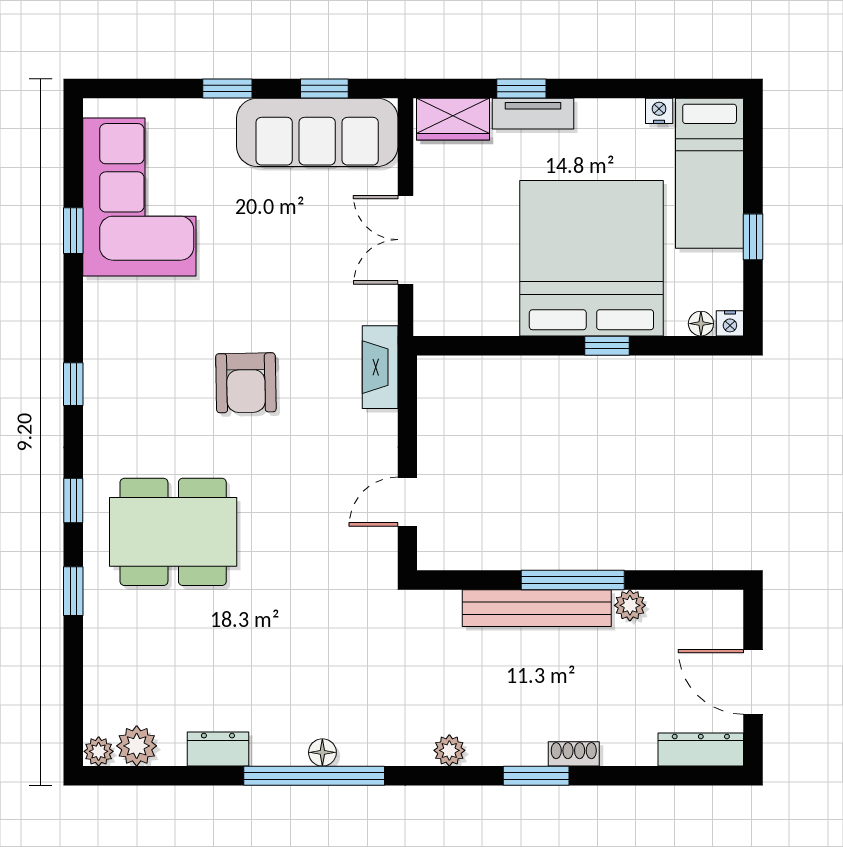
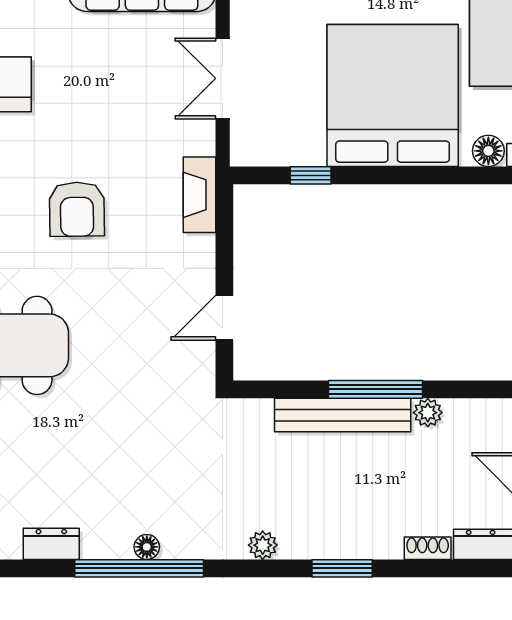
floor lamp: (701, 324) -> (488, 151), width x1.37, depth x1.37
window: (607, 346) -> (311, 175), moved
shoe rack: (574, 754) -> (428, 548), moved

